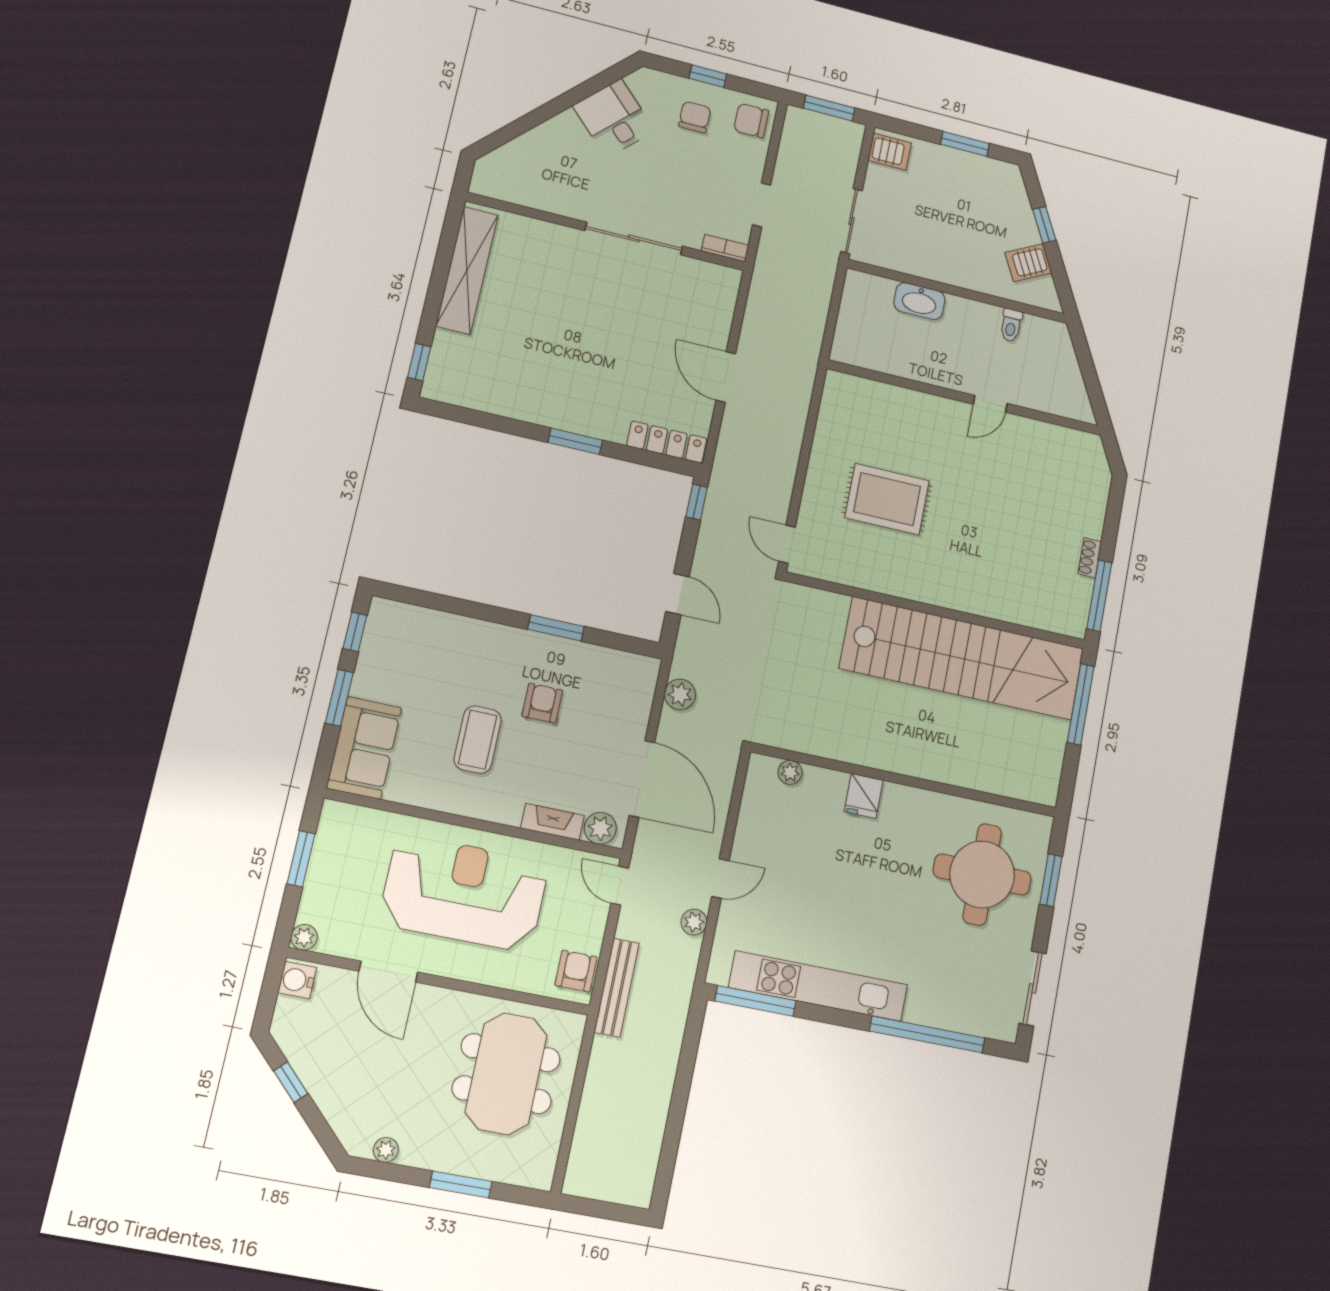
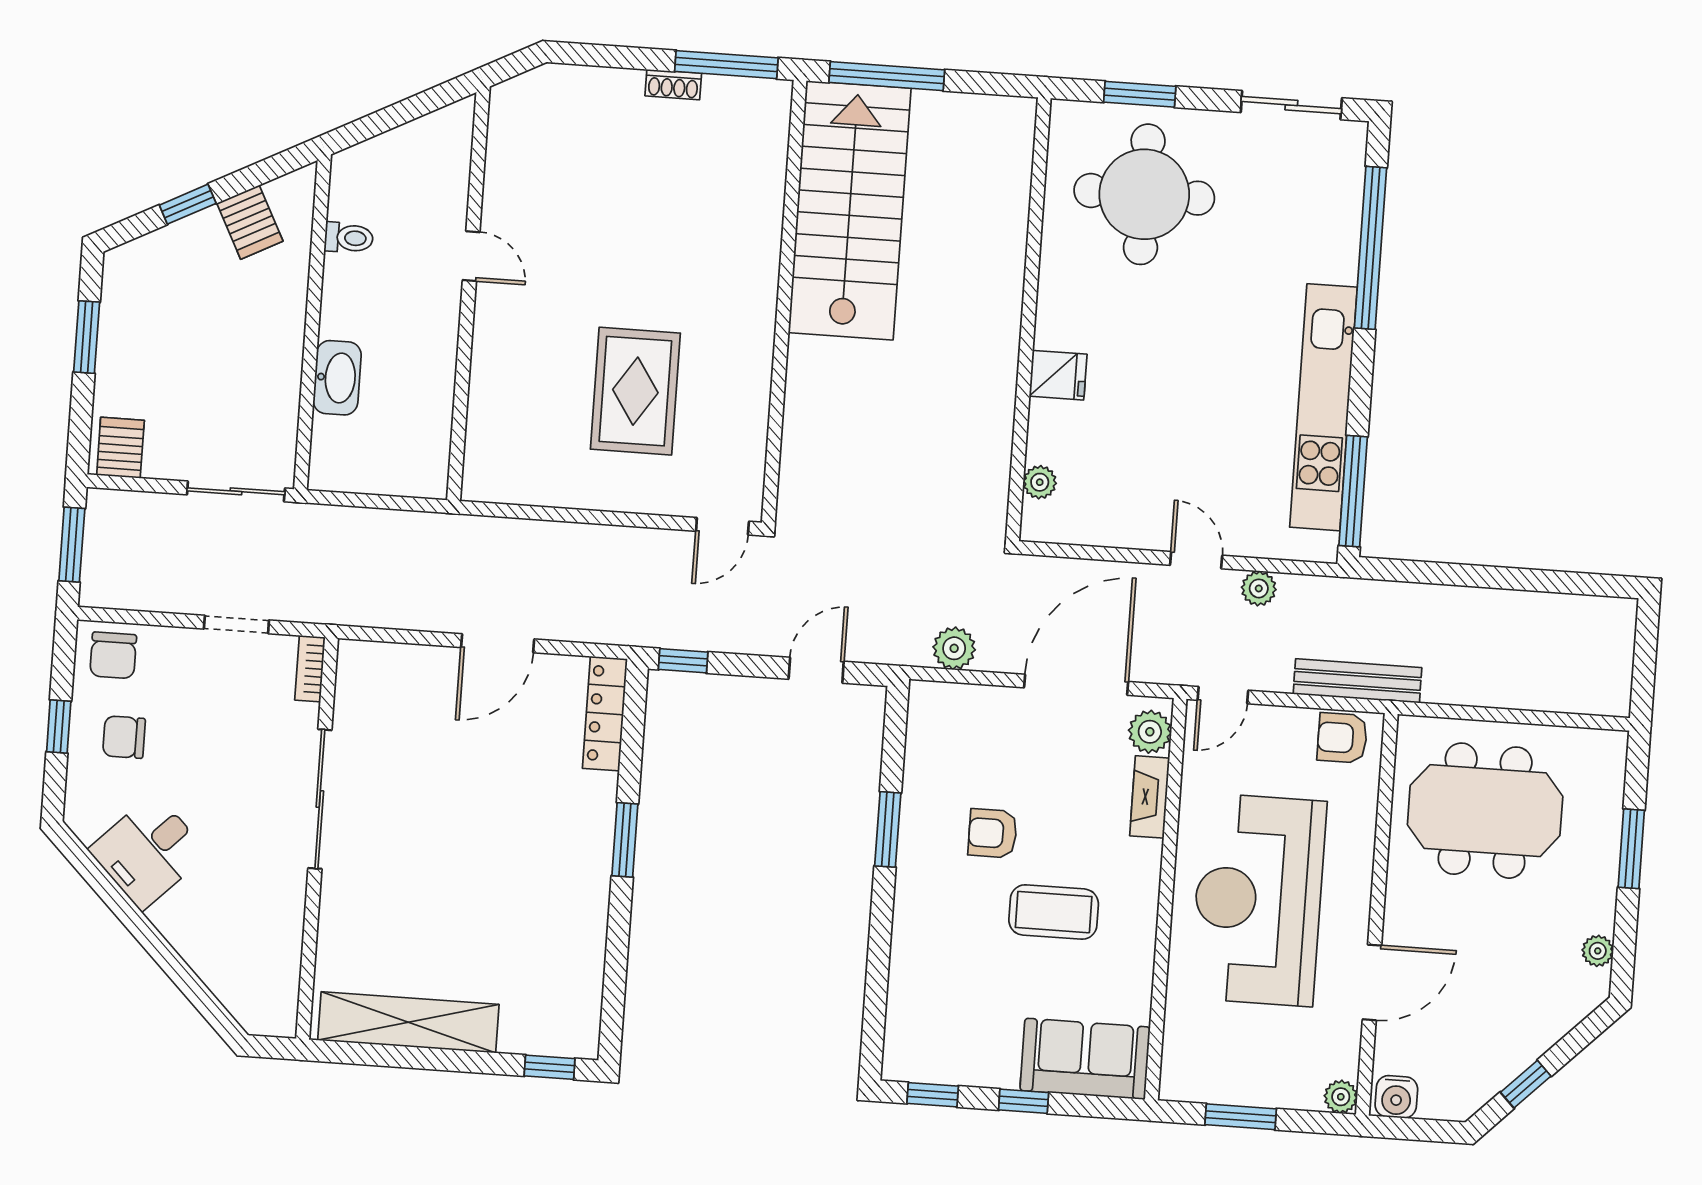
stairs: (962, 658) -> (850, 210), width x0.73
window: (339, 698) -> (1024, 1101), width x0.67

